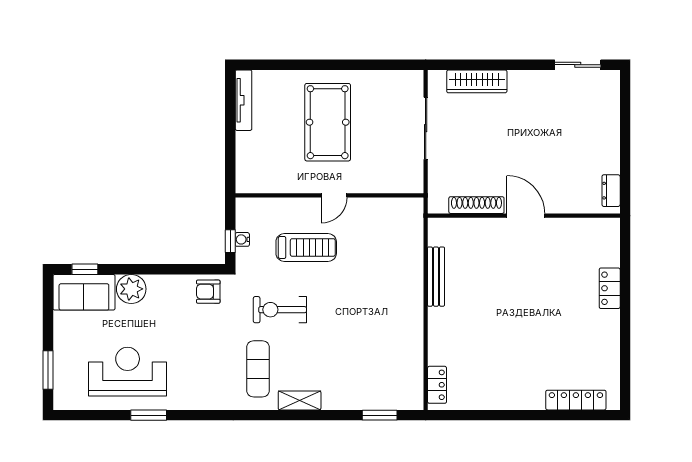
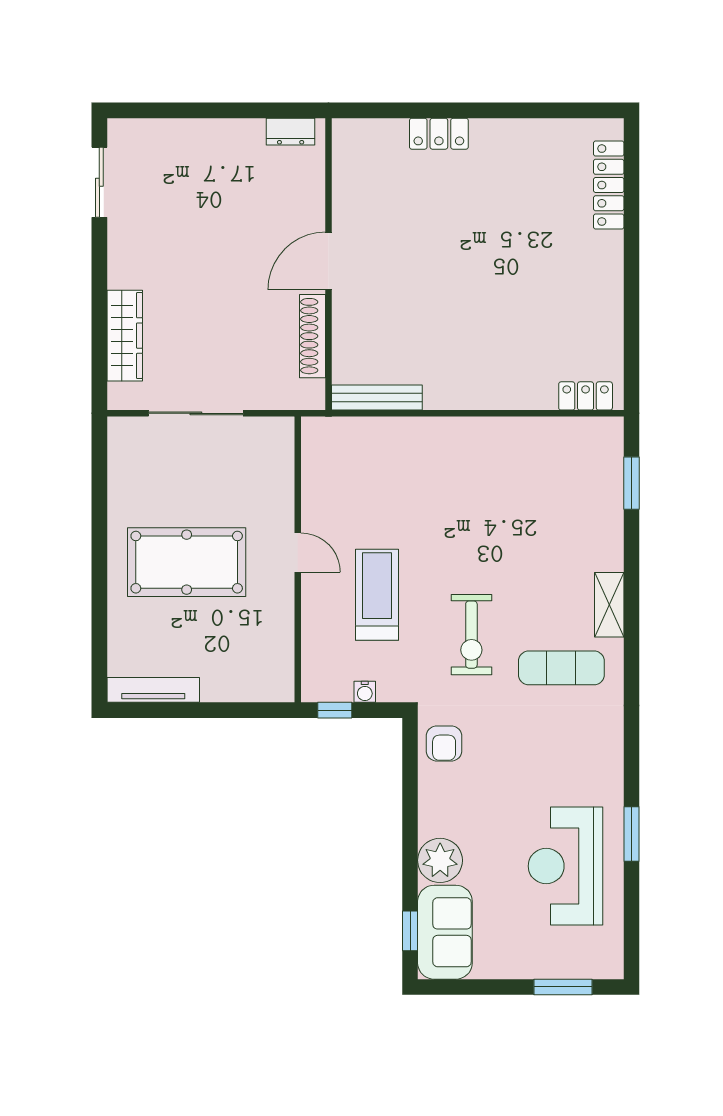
window: (230, 241) -> (335, 710), moved
bench: (436, 277) -> (377, 398), moved

